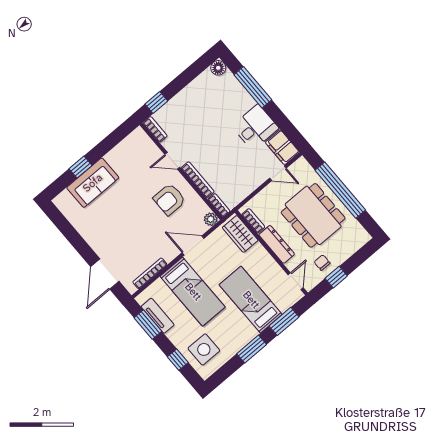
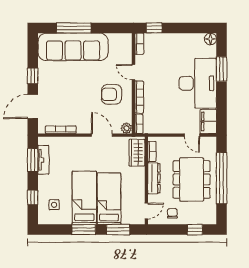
window: (253, 87) -> (222, 69), width x0.69
desk: (255, 127) -> (198, 83), width x1.87, depth x1.30
window: (81, 167) -> (74, 28), width x2.17
sofa: (93, 183) -> (73, 47), width x1.85, depth x1.27
window: (80, 245) -> (33, 76), added
window: (336, 277) -> (195, 230), moved
bed: (193, 292) -> (84, 198), moved, turned 180
side table: (204, 349) -> (54, 205), width x0.54, depth x0.54

